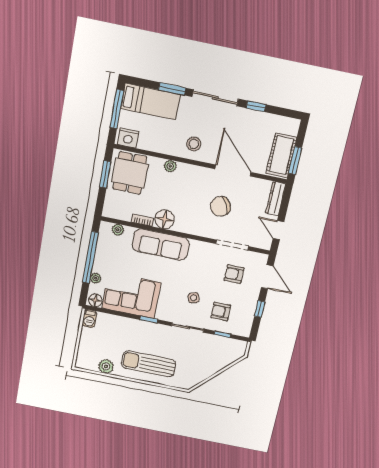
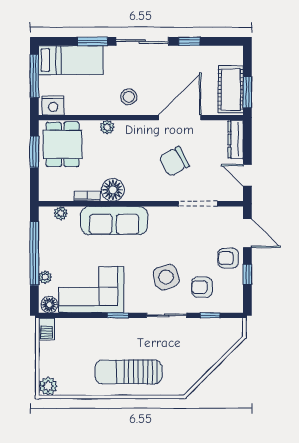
door: (233, 171) -> (180, 118), hinge flipped
armchair: (234, 274) -> (228, 258), moved
side table: (194, 298) -> (166, 277), width x1.87, depth x1.87
plant: (106, 366) -> (48, 386), moved

